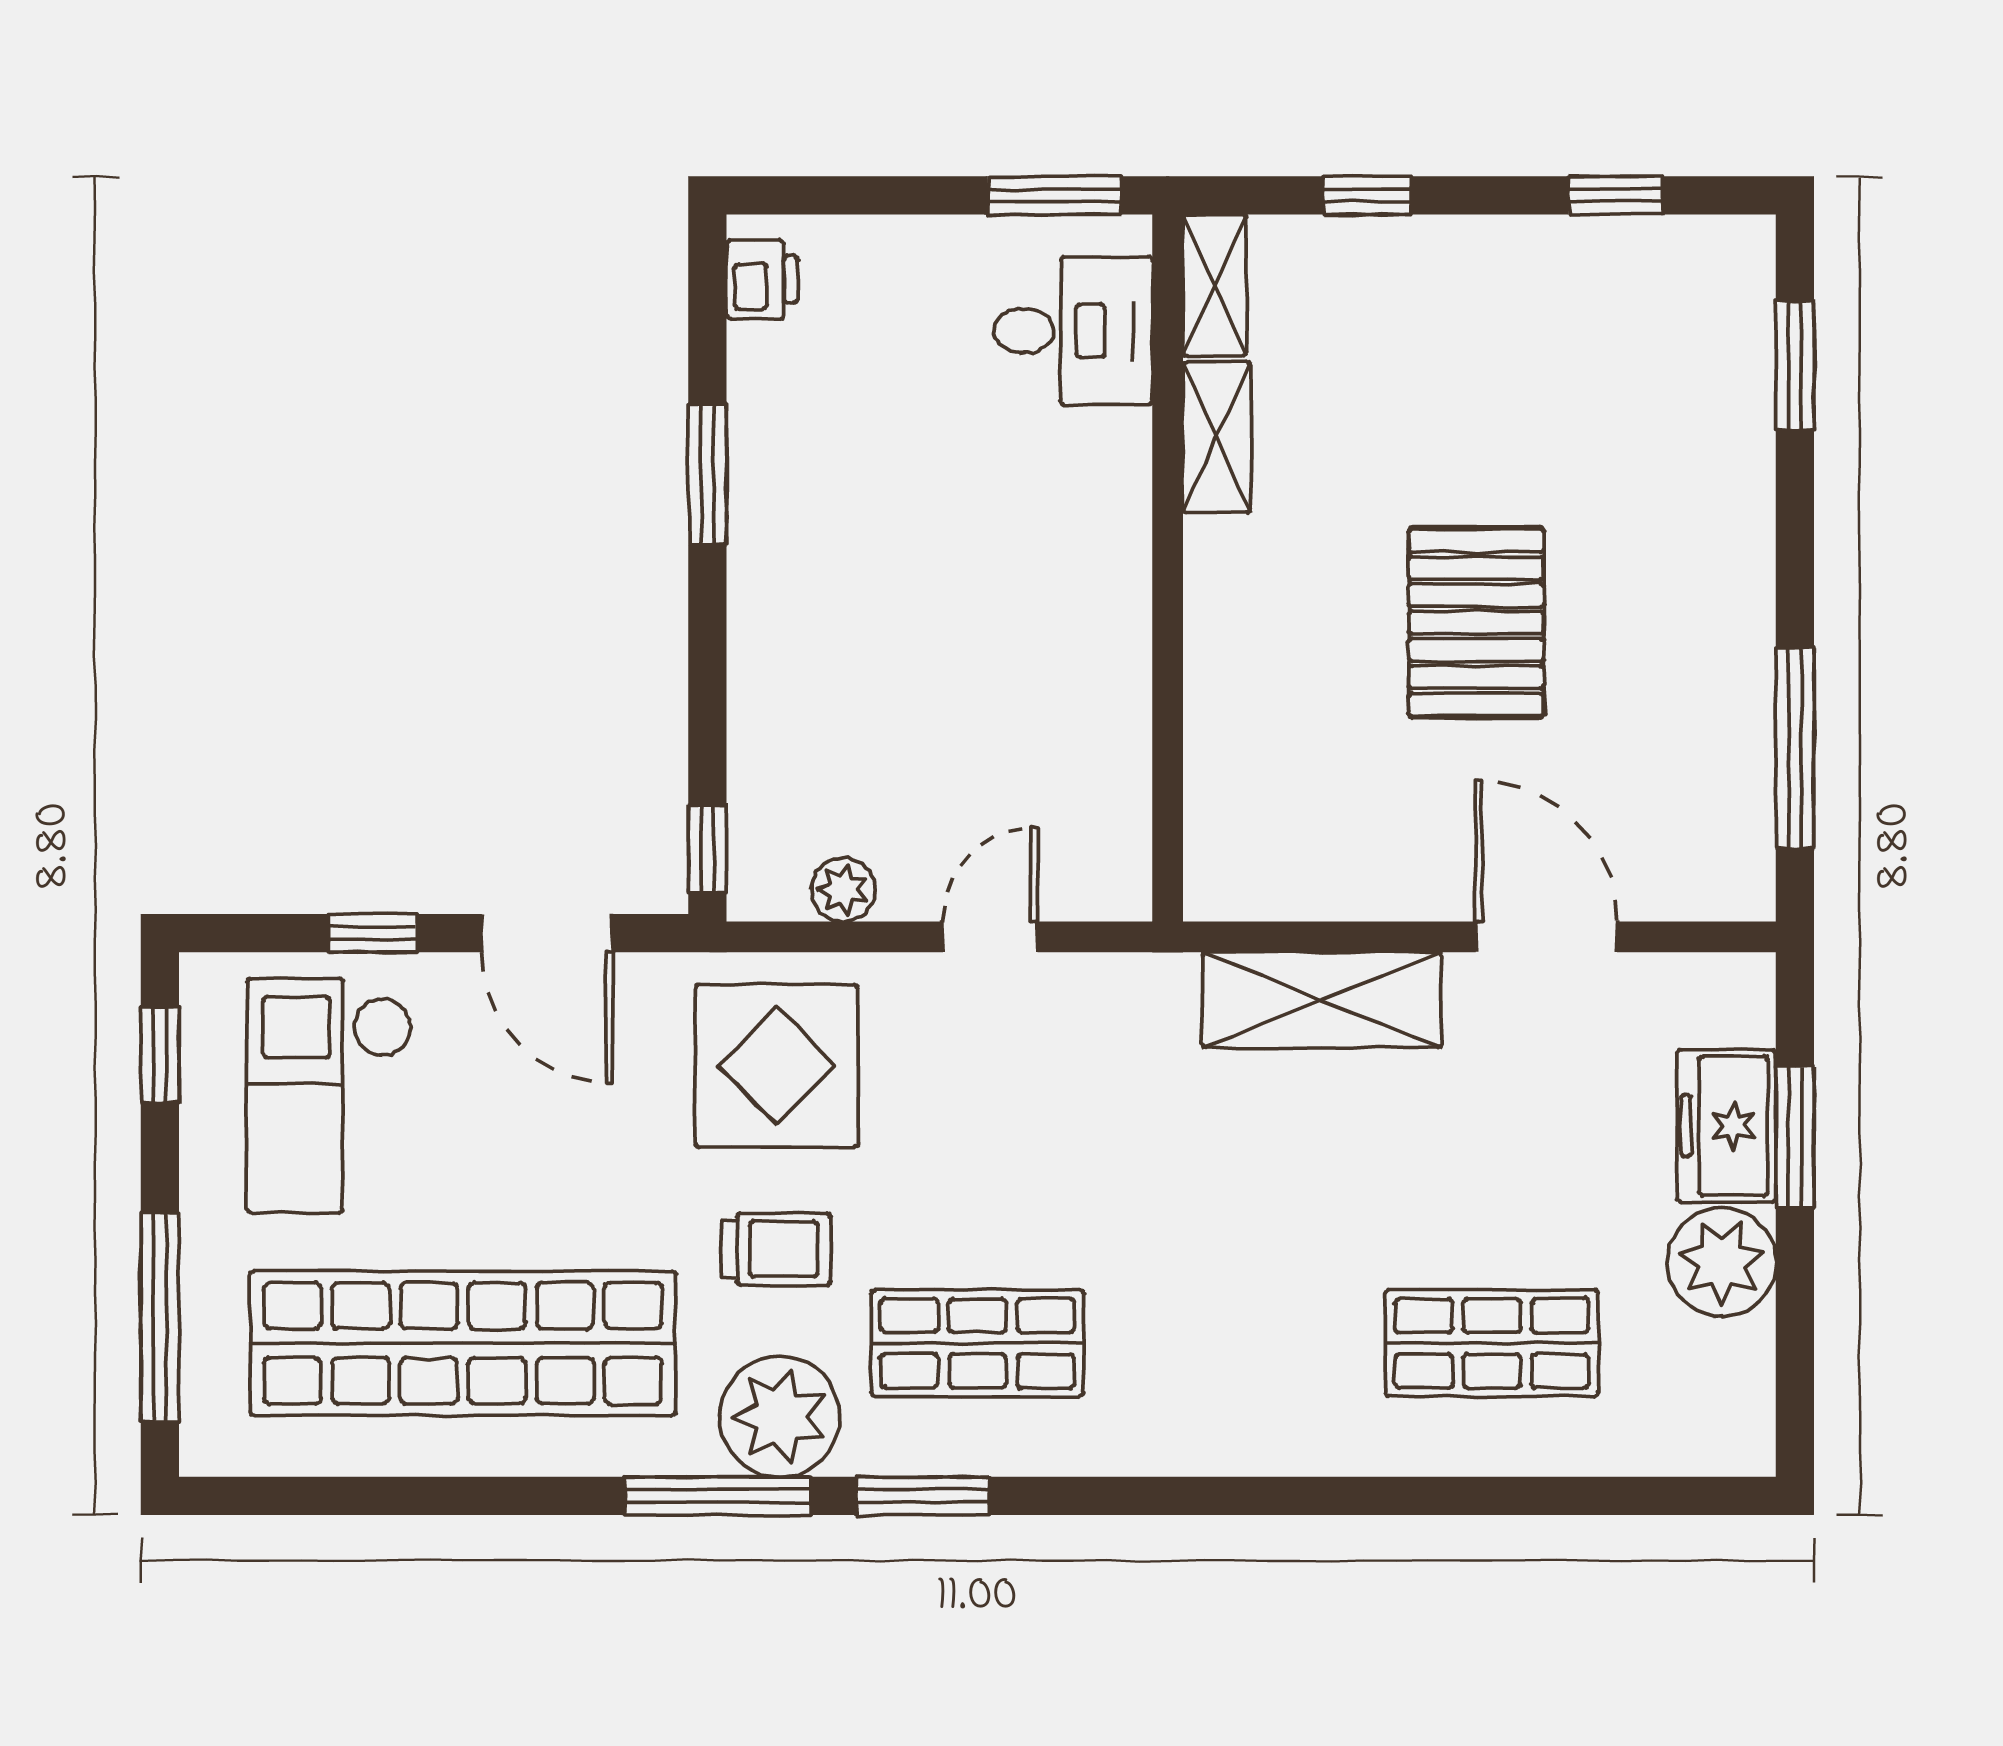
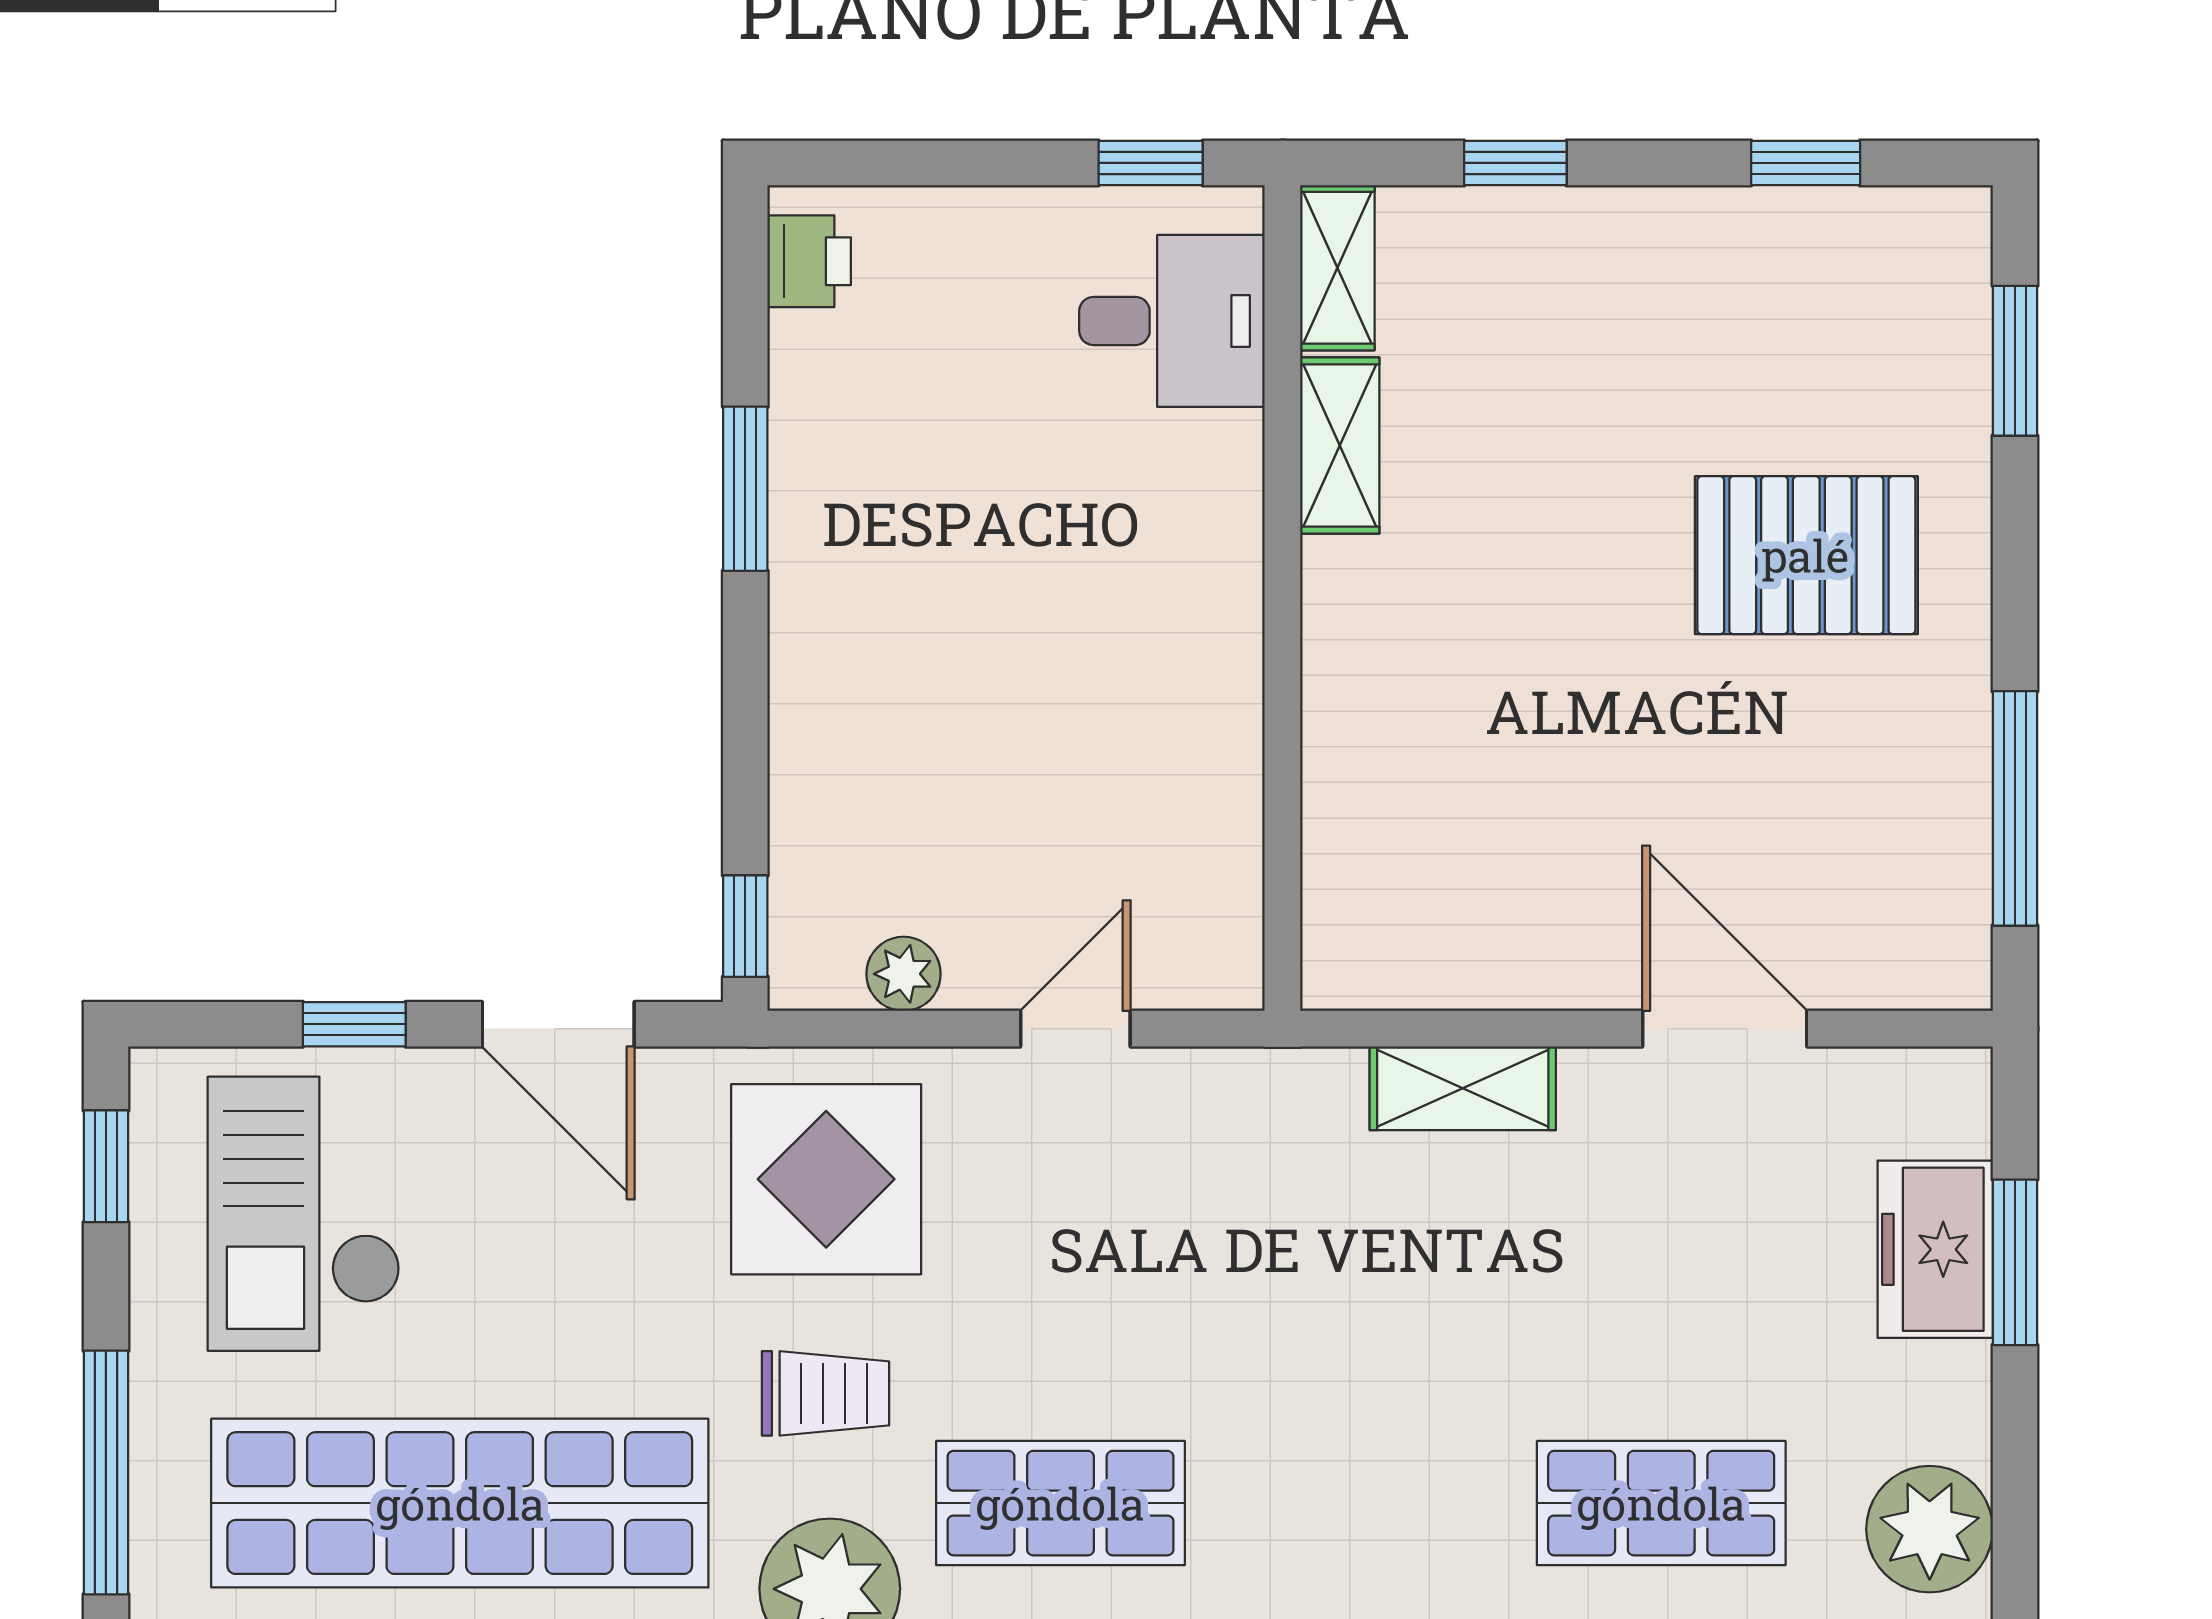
window: (1055, 195) -> (1151, 163), width x0.67
pallet: (1476, 623) -> (1806, 555), moved, turned 90
shelving: (1322, 1000) -> (1463, 1088), width x0.67, depth x0.75
plant: (1722, 1262) -> (1930, 1529), moved

